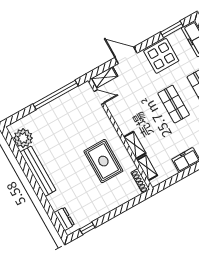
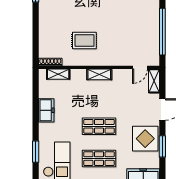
window: (172, 29) -> (162, 146), moved
shelving: (135, 145) -> (99, 74), moved
rug: (103, 161) -> (84, 41), width x0.73, depth x0.70

